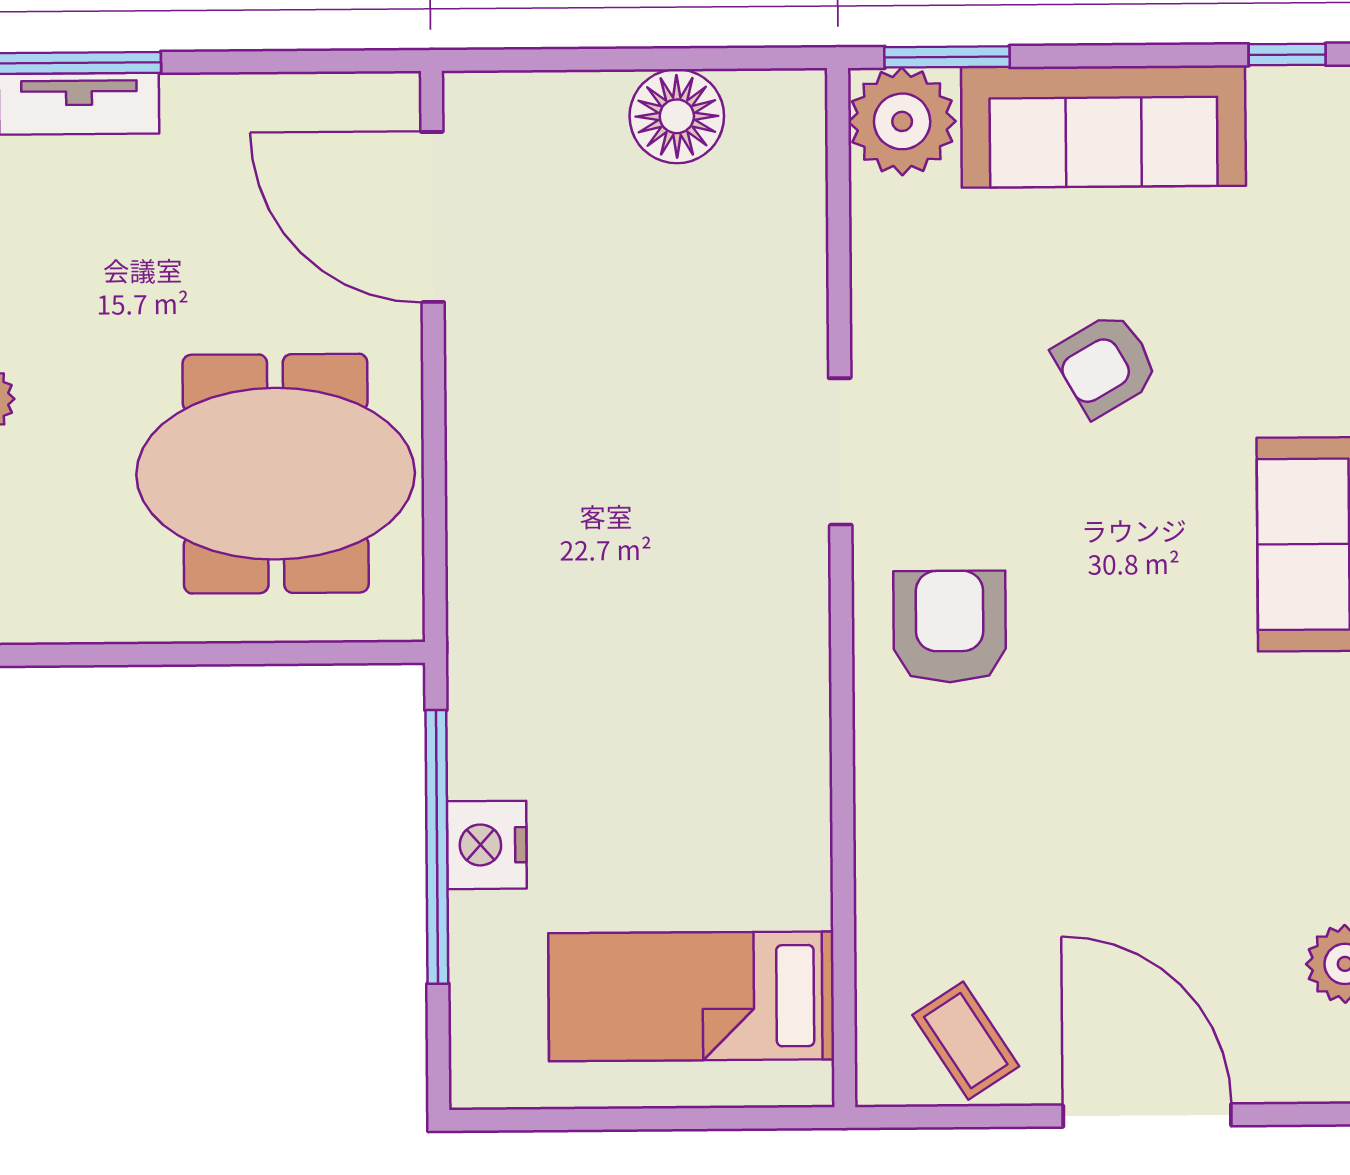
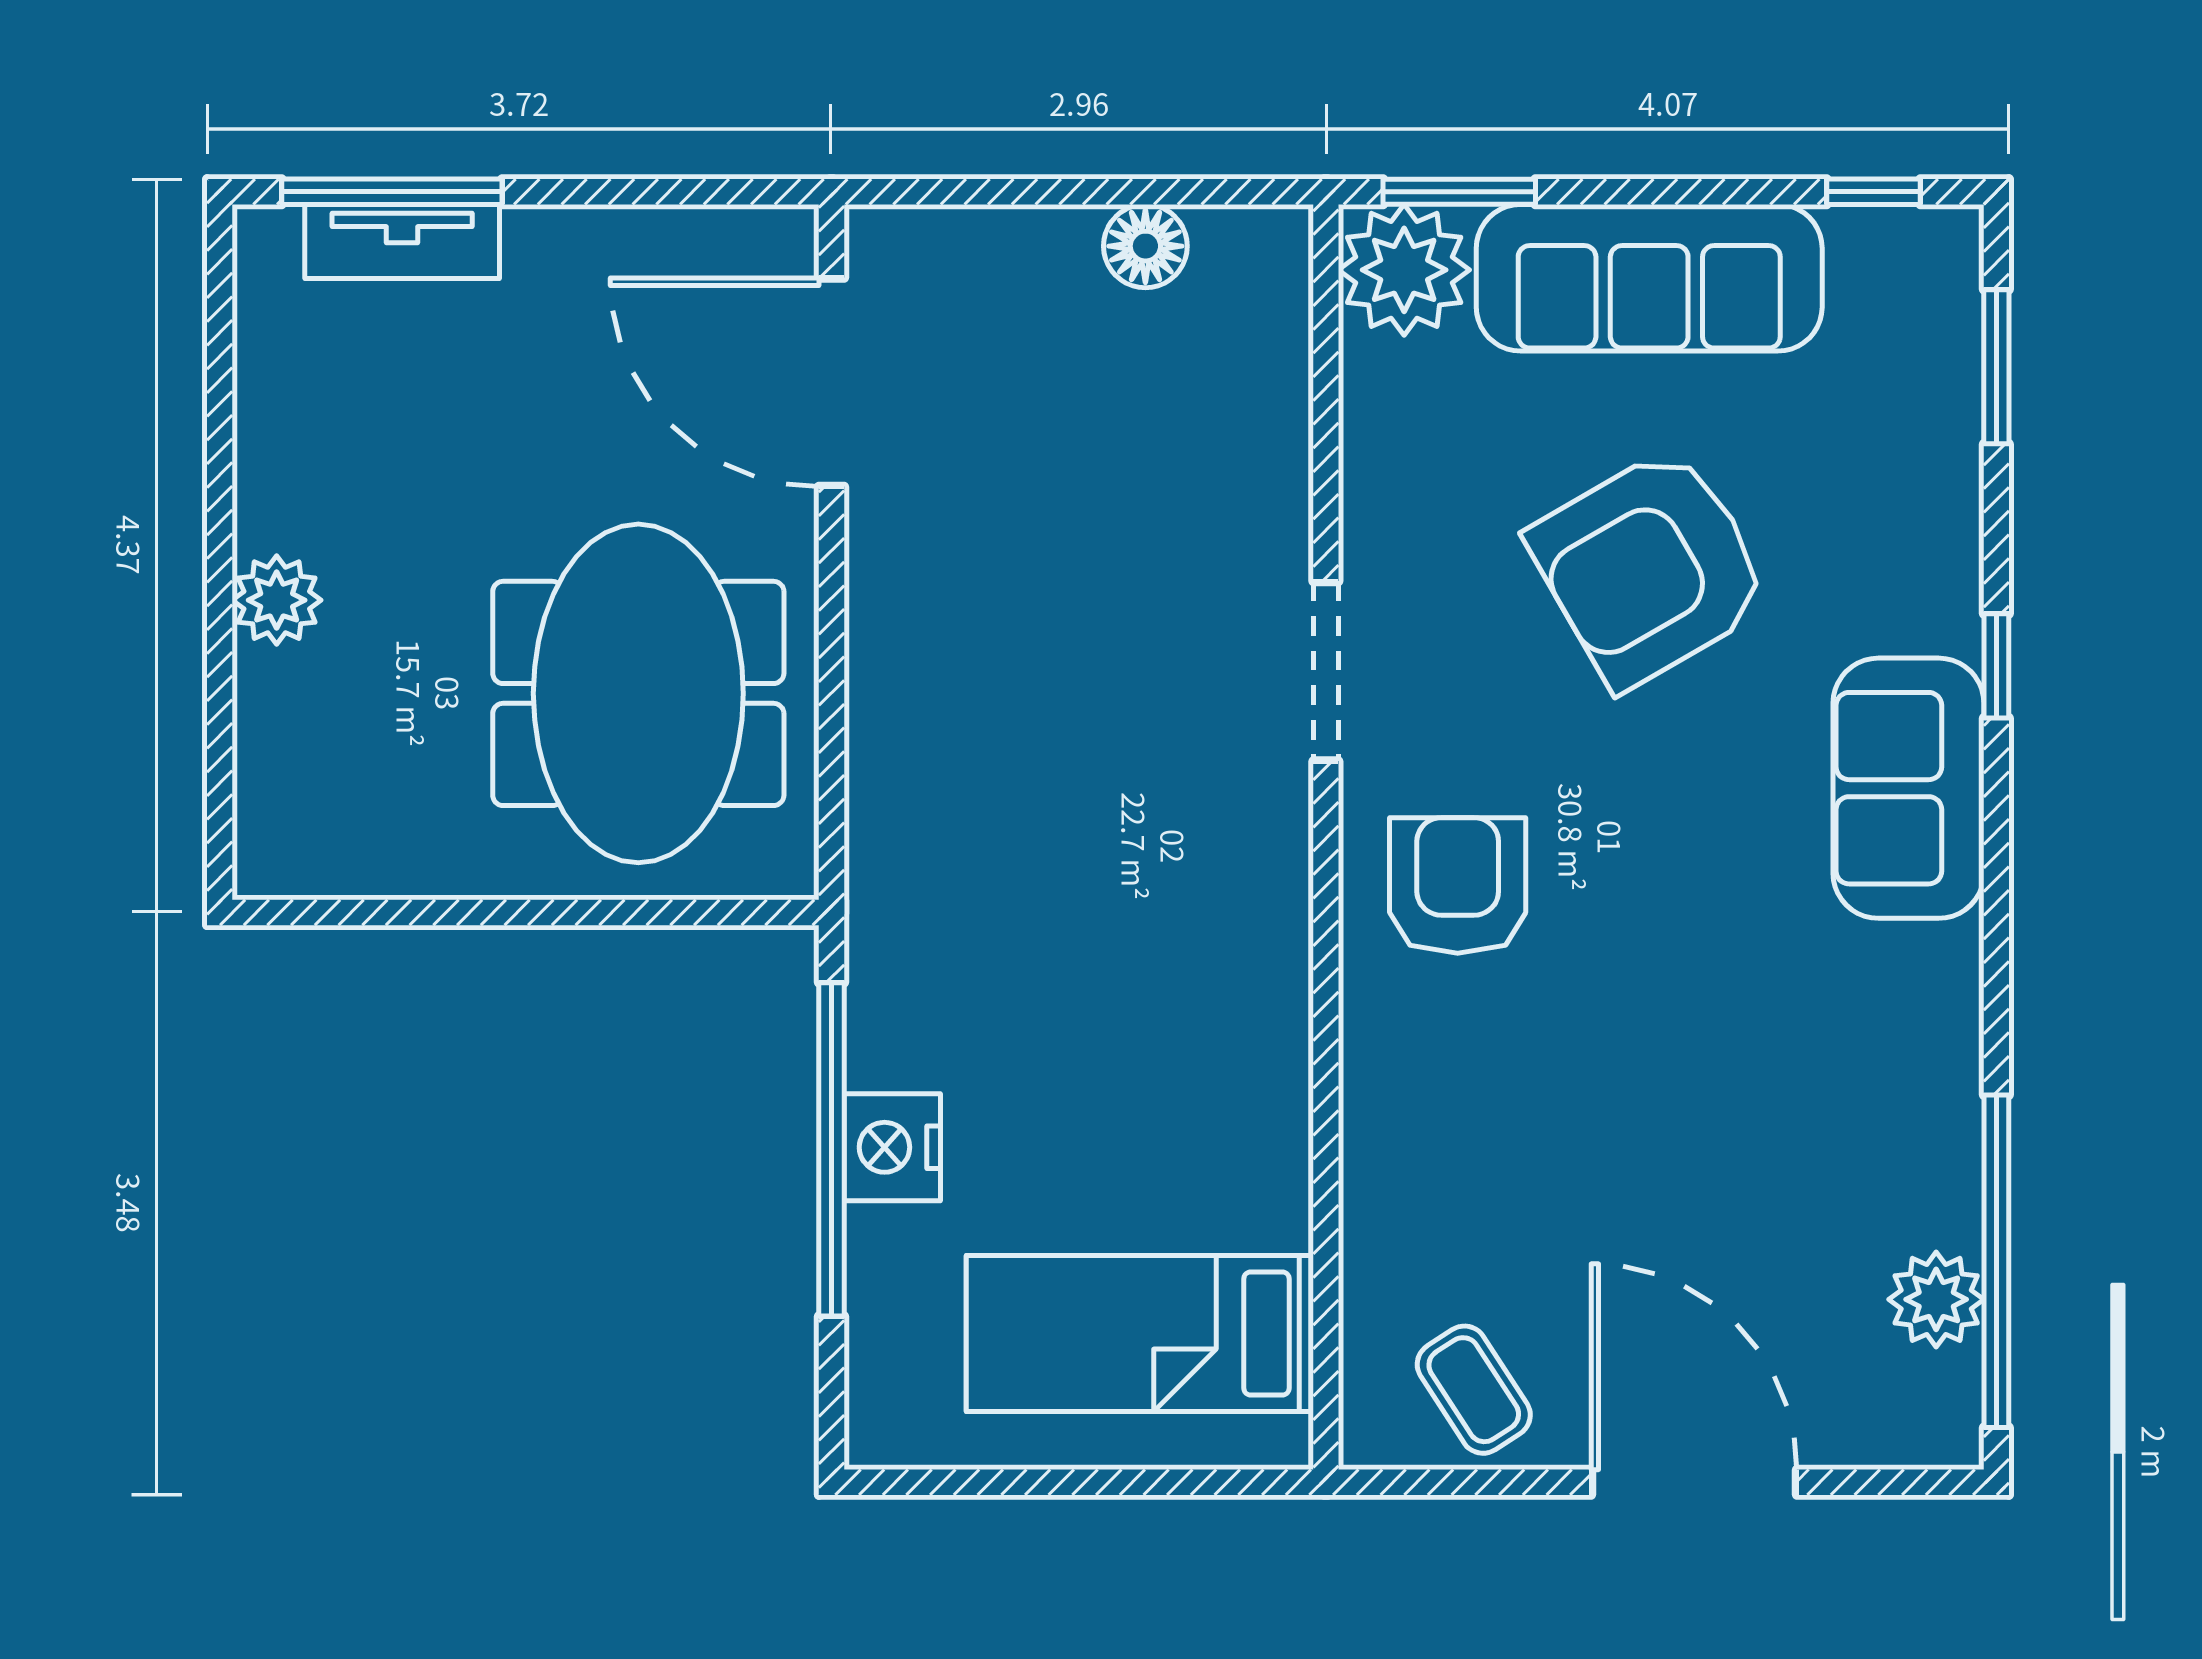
floor lamp: (677, 116) -> (1145, 246), width x0.73, depth x0.73
armchair: (1106, 365) -> (1650, 568), width x1.88, depth x1.88
meeting table: (276, 474) -> (638, 693), turned 90

